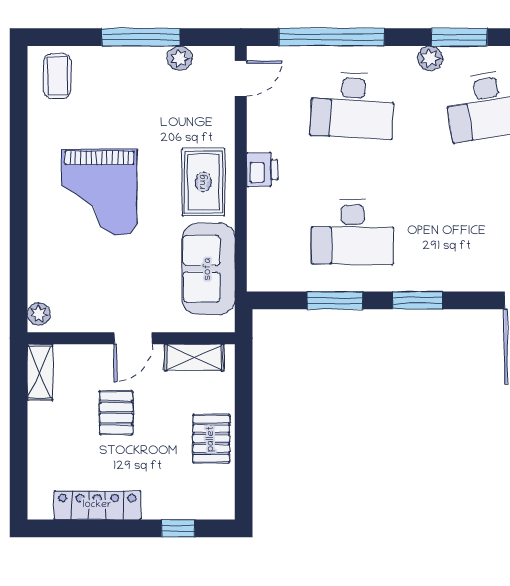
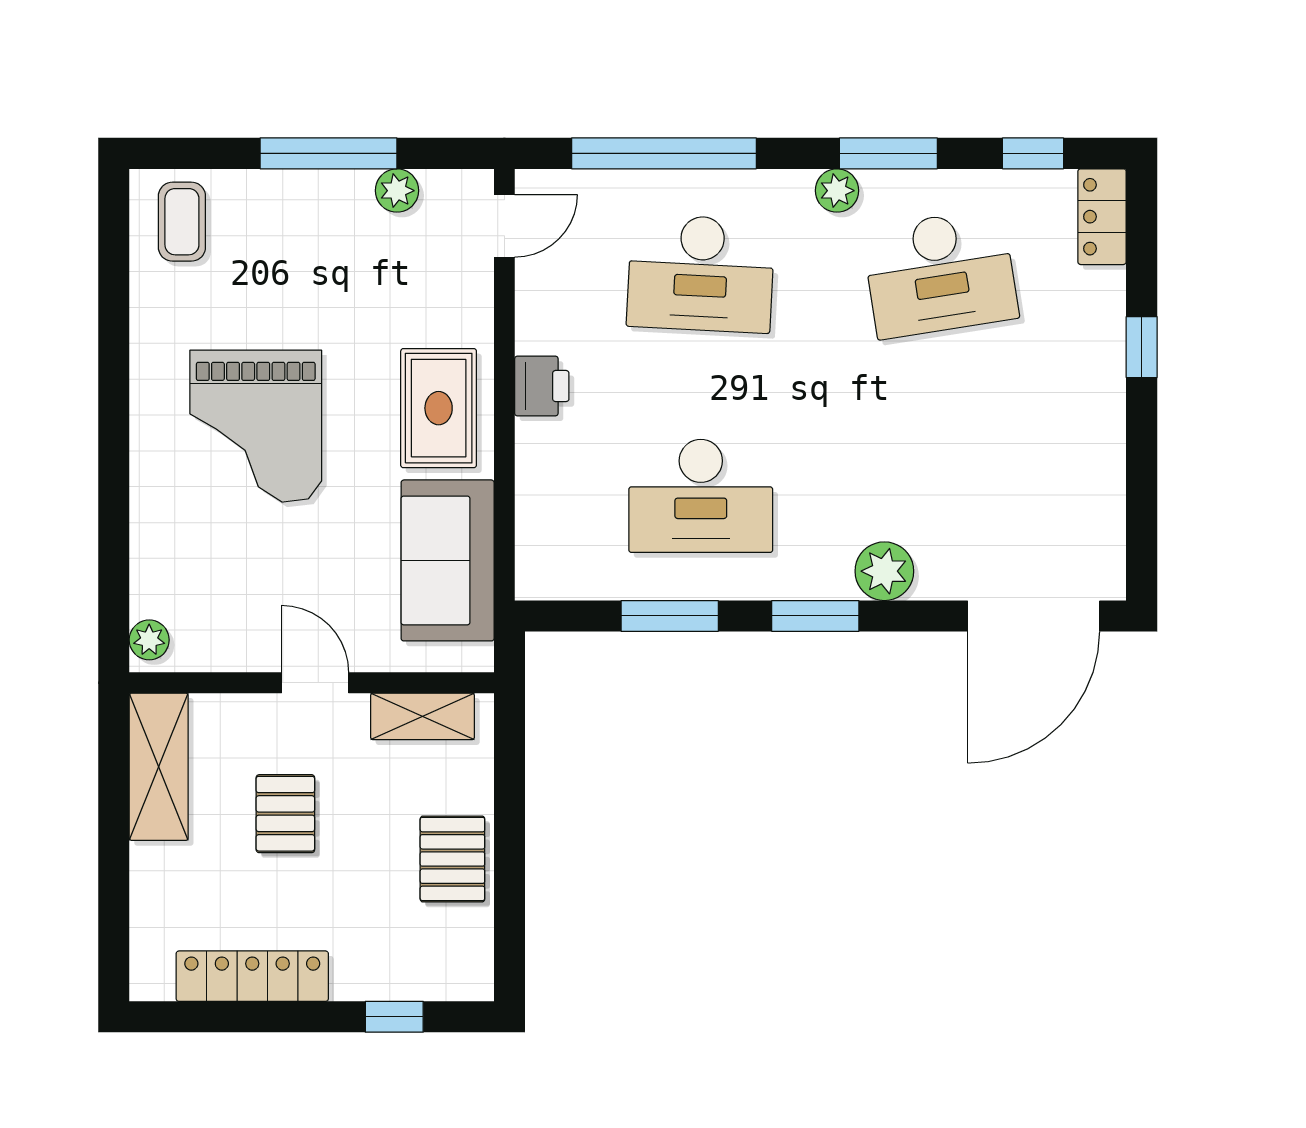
plant: (457, 275) -> (884, 571), added
door: (133, 338) -> (315, 683), swing flipped
shelving: (40, 372) -> (159, 767), width x1.50, depth x1.33

